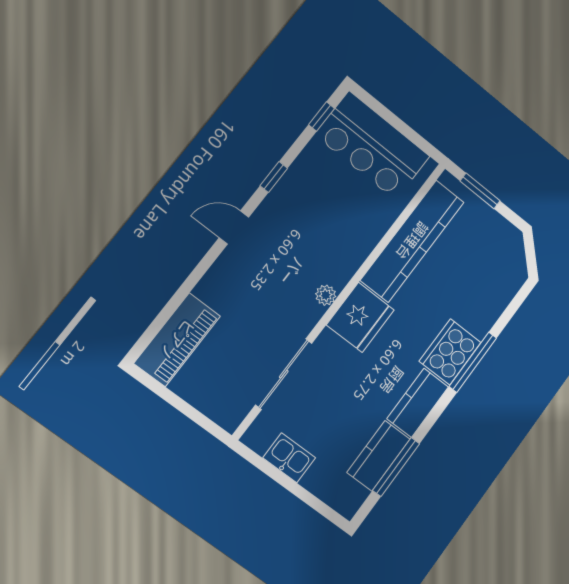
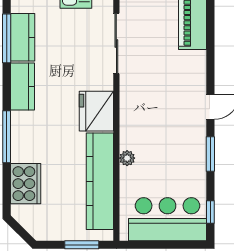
window: (274, 177) -> (210, 154), width x1.50
plant: (326, 295) -> (127, 158), moved
cooker: (450, 352) -> (26, 184), moved

